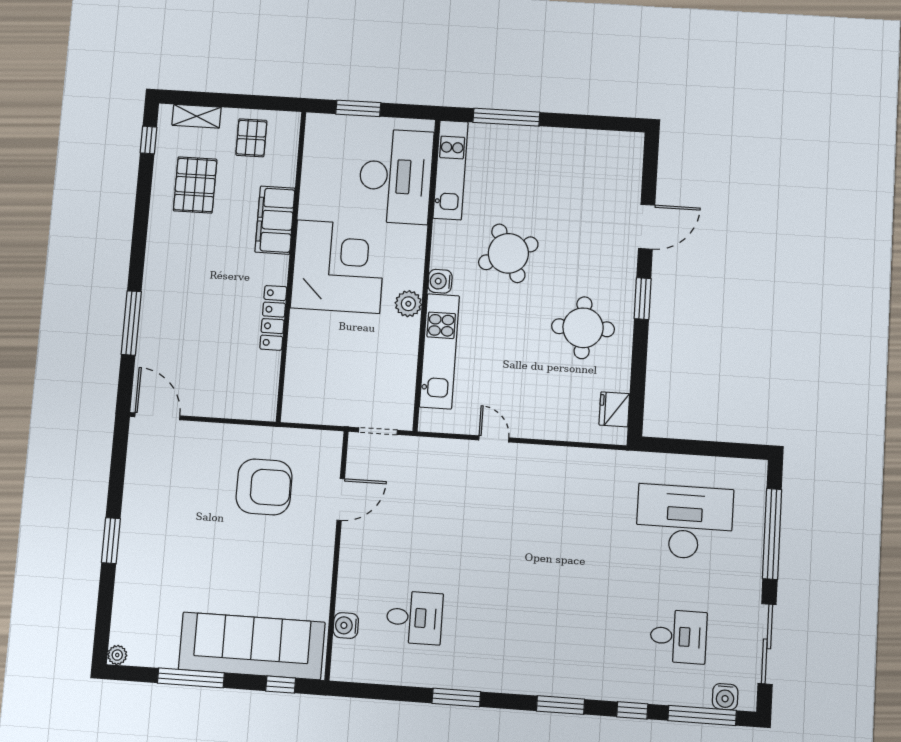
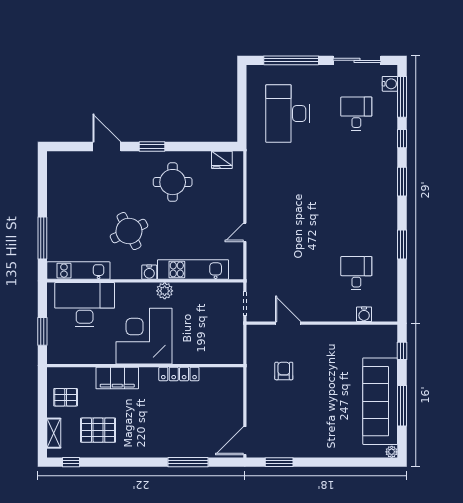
armchair: (264, 487) -> (284, 371), width x0.53, depth x0.53
window: (111, 541) -> (279, 462), moved
sofa: (252, 646) -> (380, 401), moved

